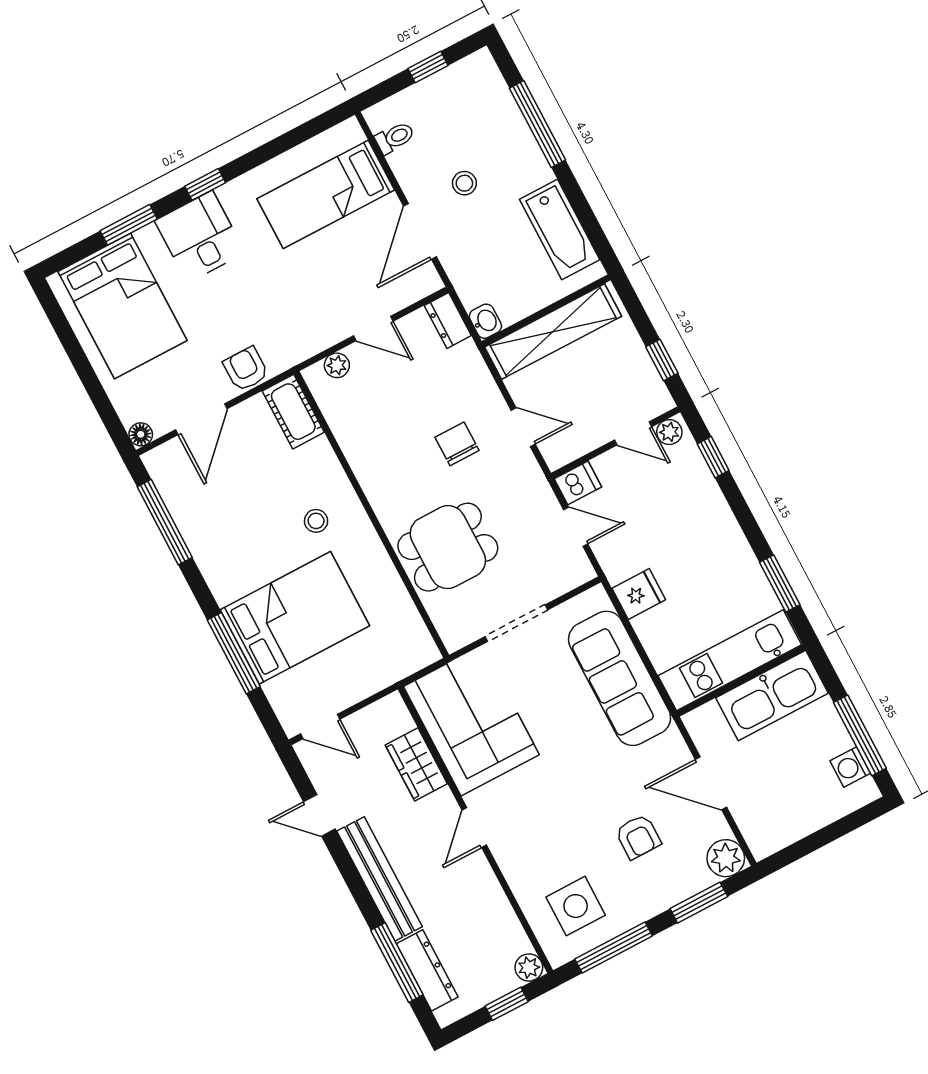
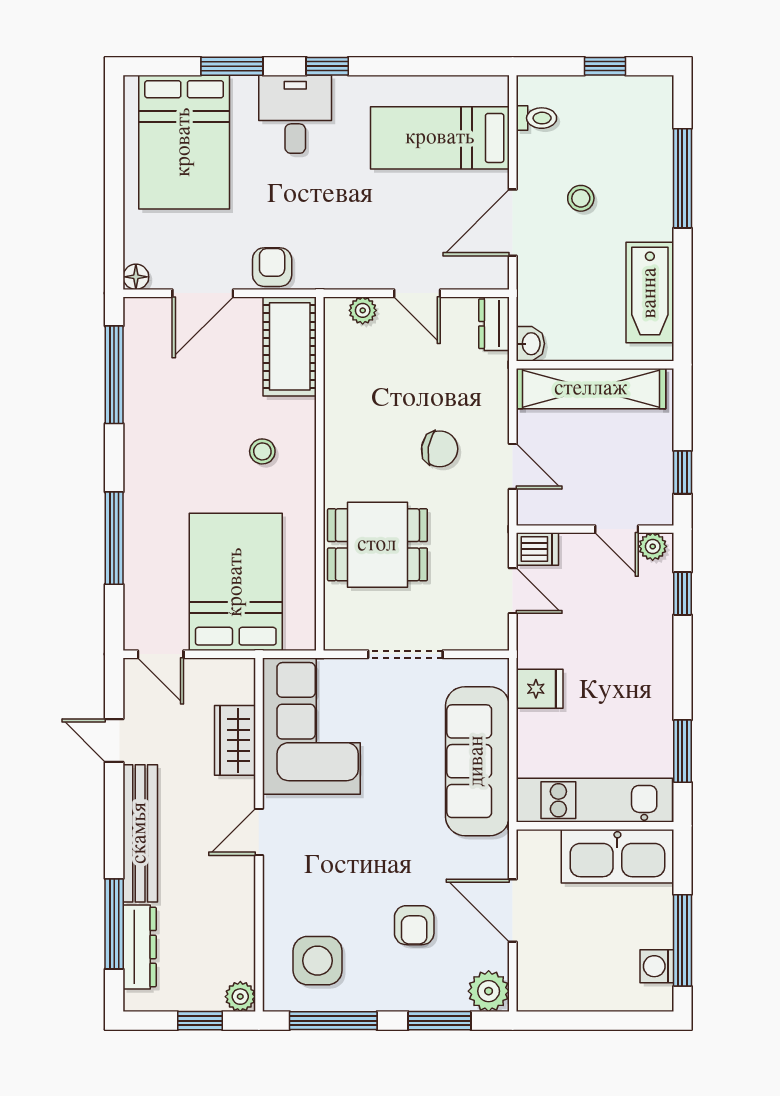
cot: (293, 412) -> (290, 346), width x1.37, depth x1.34
chair: (457, 444) -> (440, 449), turned 99
bed: (295, 618) -> (236, 582), moved, turned -90

